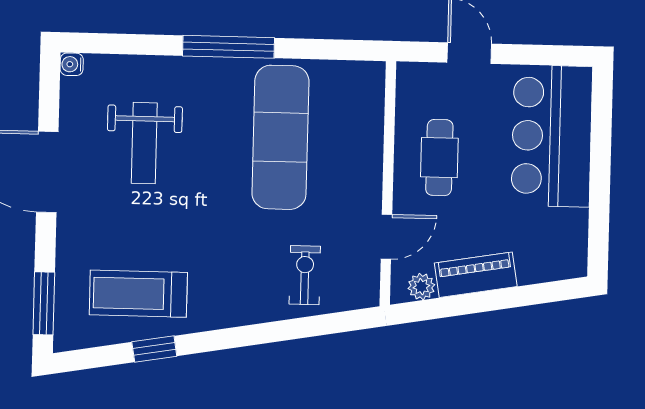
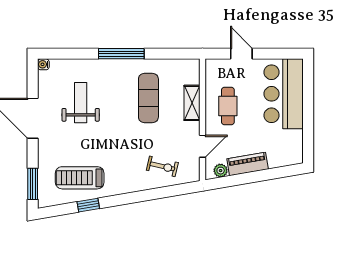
exercise mat: (280, 137) -> (148, 98), width x0.73, depth x0.69
weight bench: (144, 143) -> (81, 103), turned 180
shelving: (368, 149) -> (192, 103), added
exercise bike: (305, 275) -> (162, 166), turned 103

